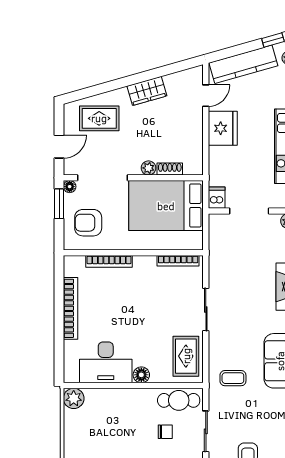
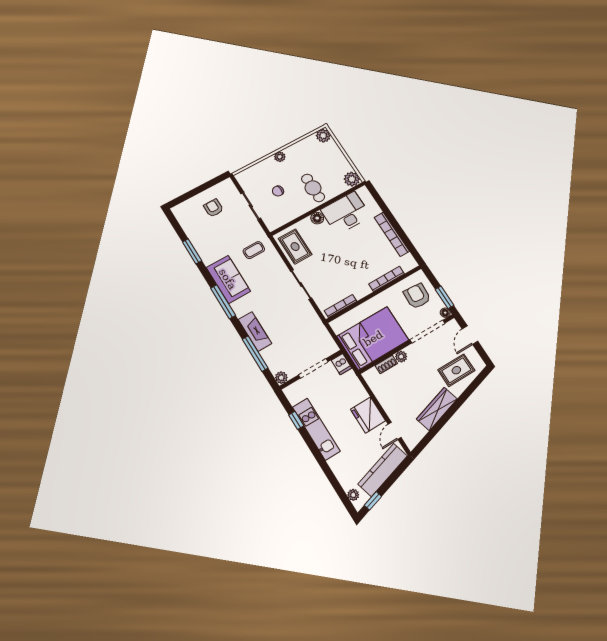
wardrobe: (147, 91) -> (437, 409), width x1.50
armchair: (88, 223) -> (417, 296), turned -86
cafe table: (179, 400) -> (313, 188), moved, turned 90

